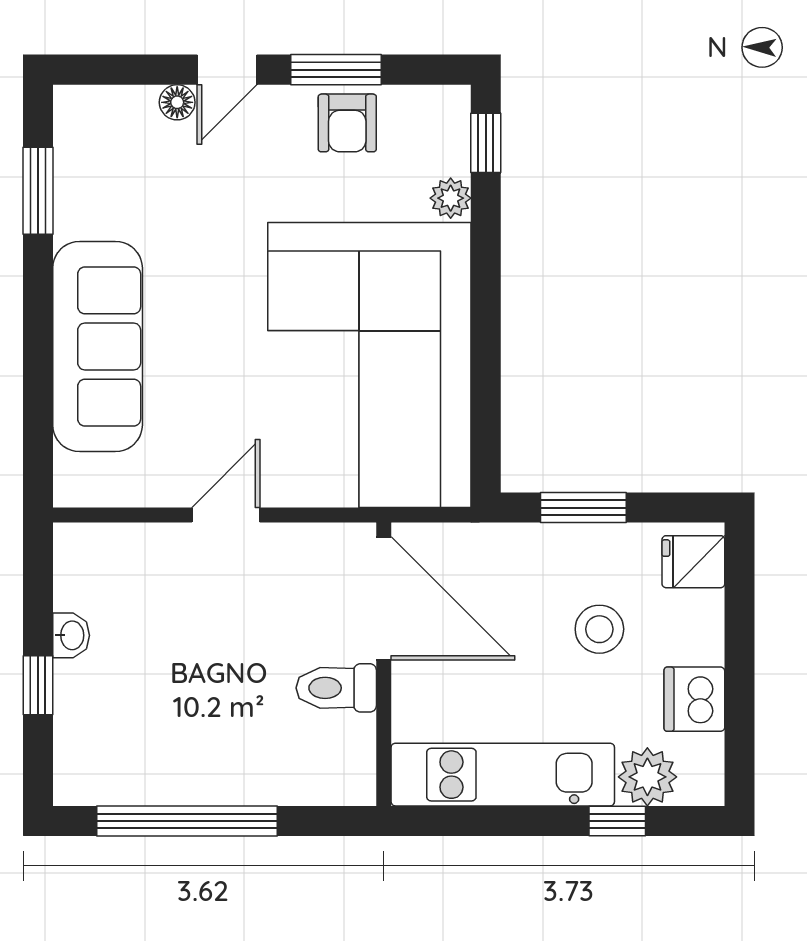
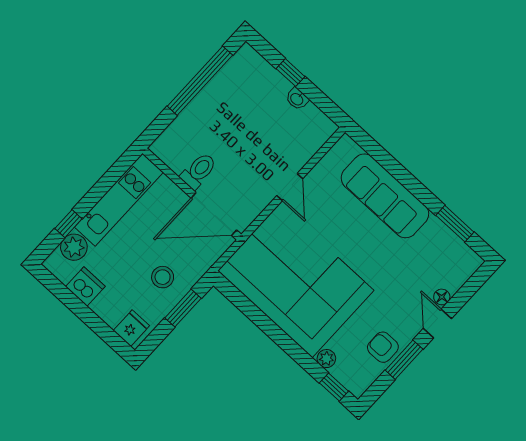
stool: (599, 629) -> (163, 277), moved

